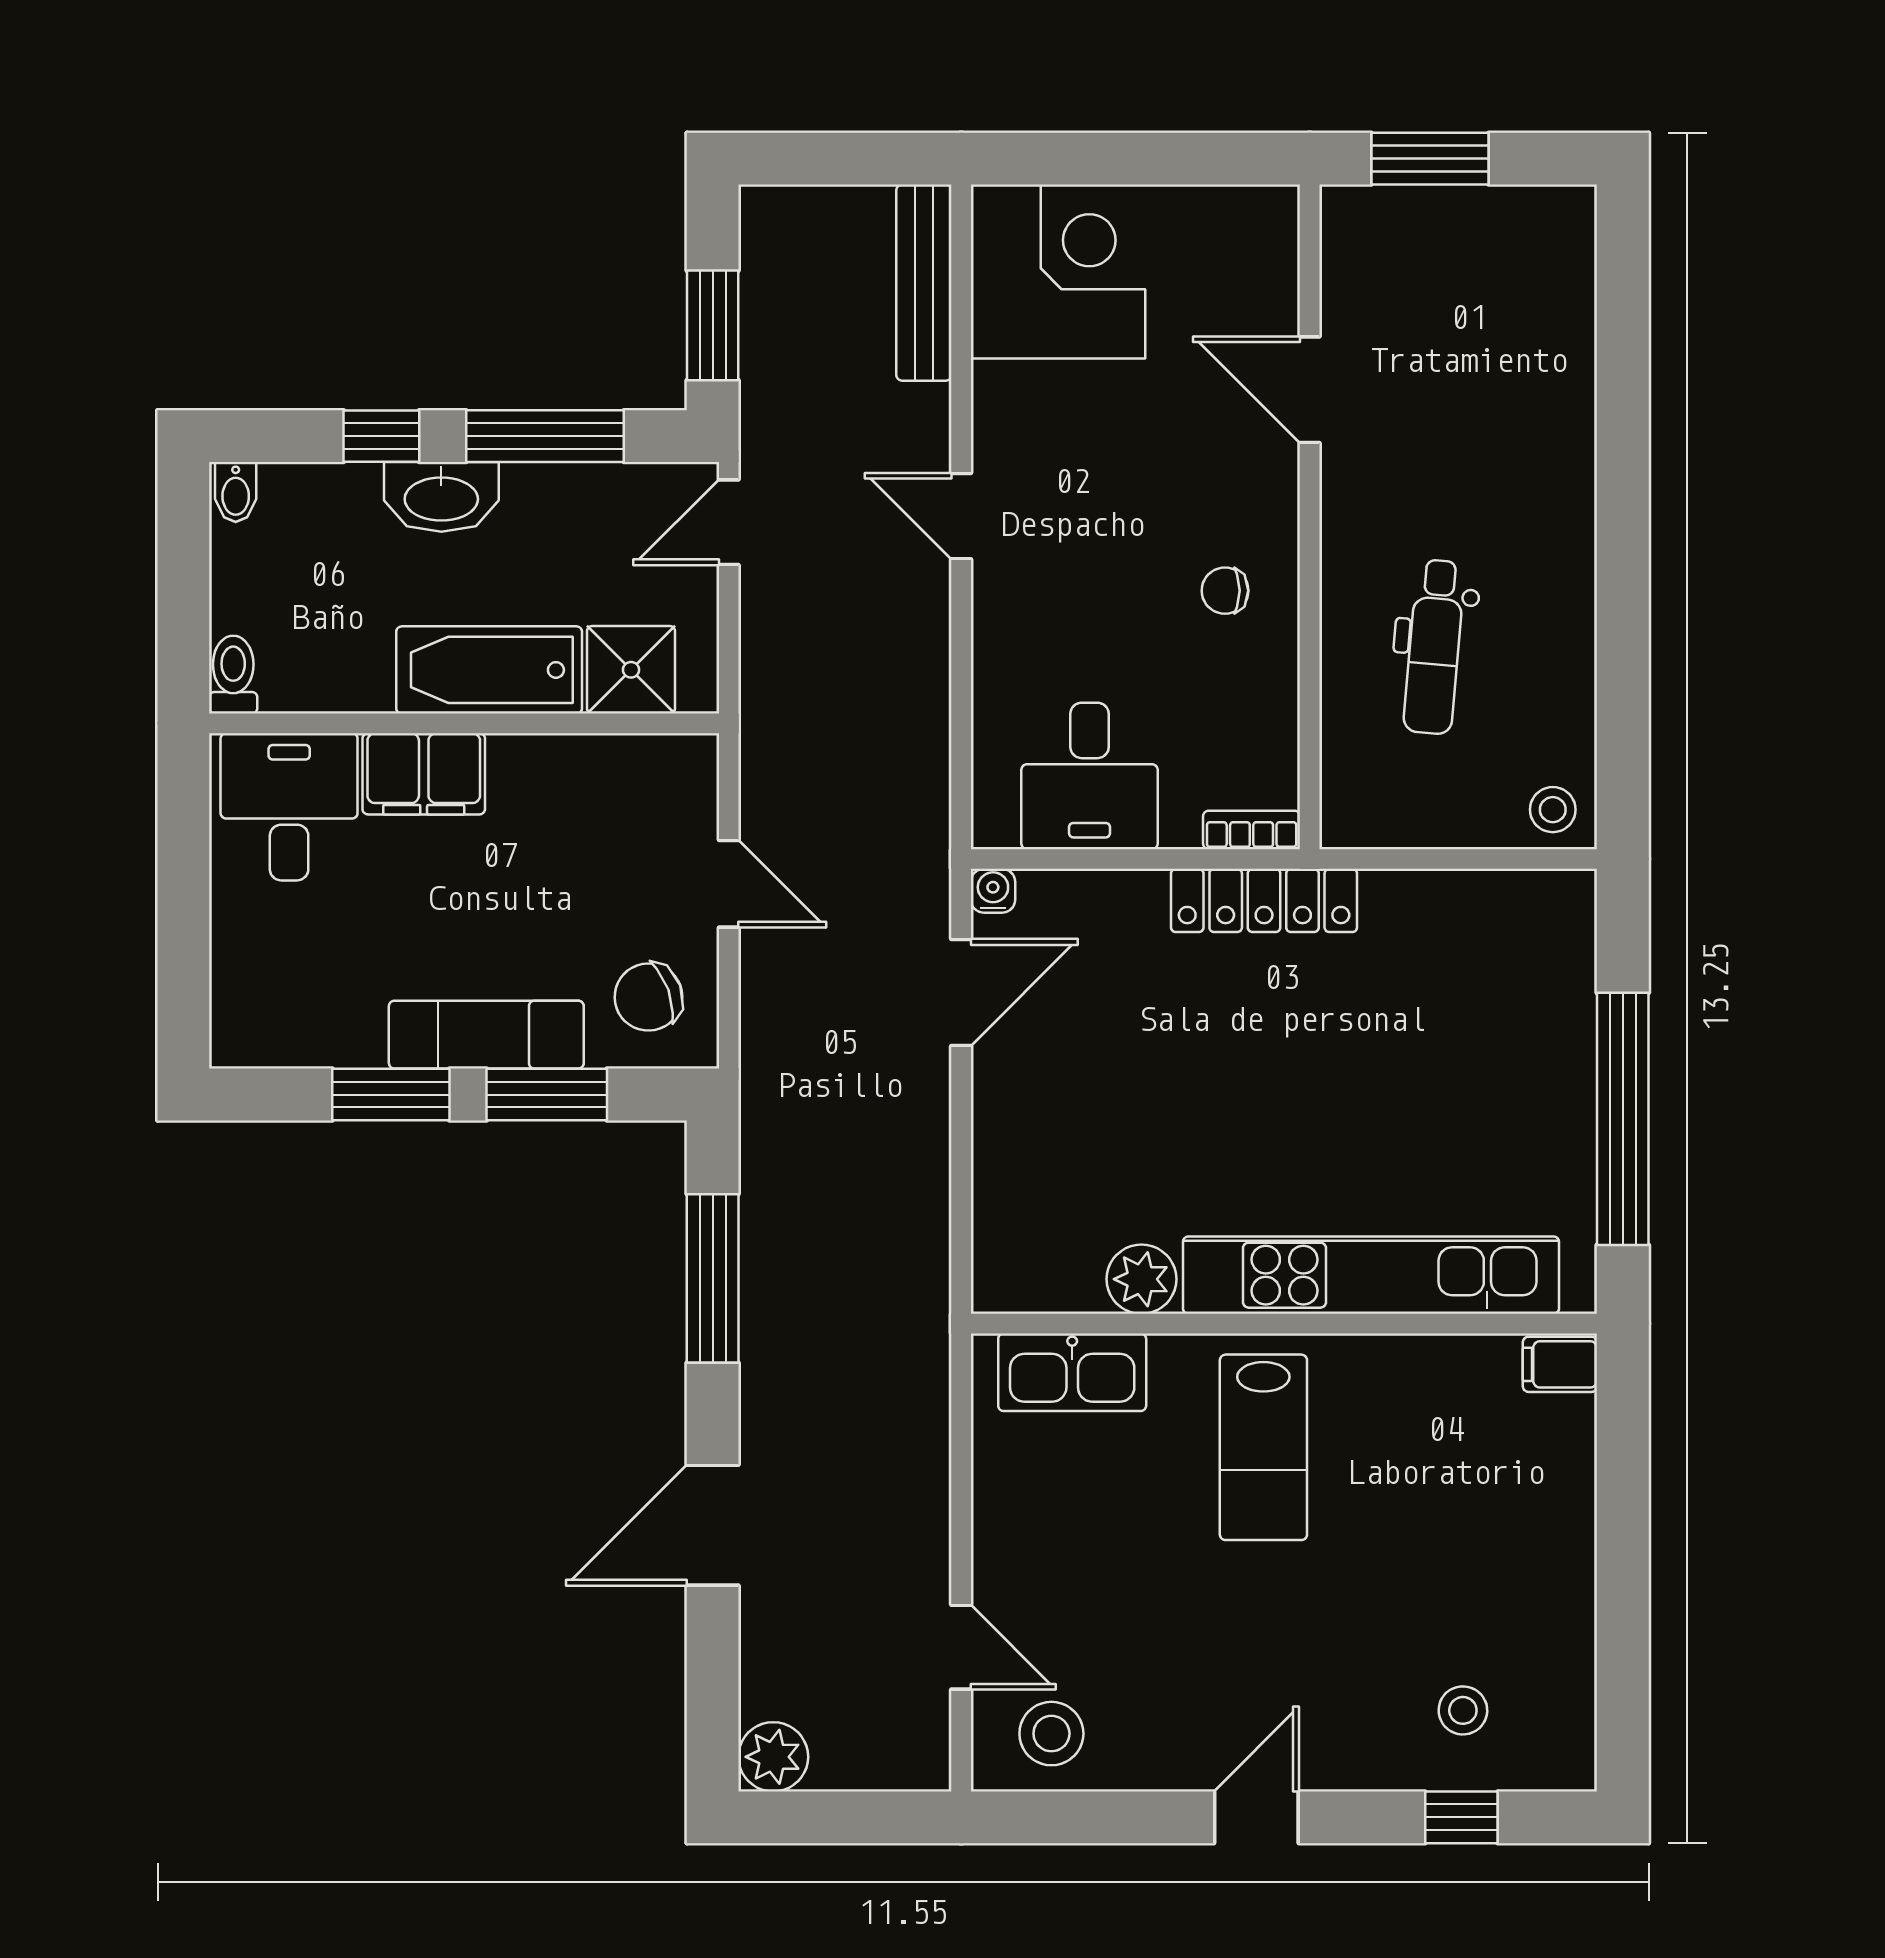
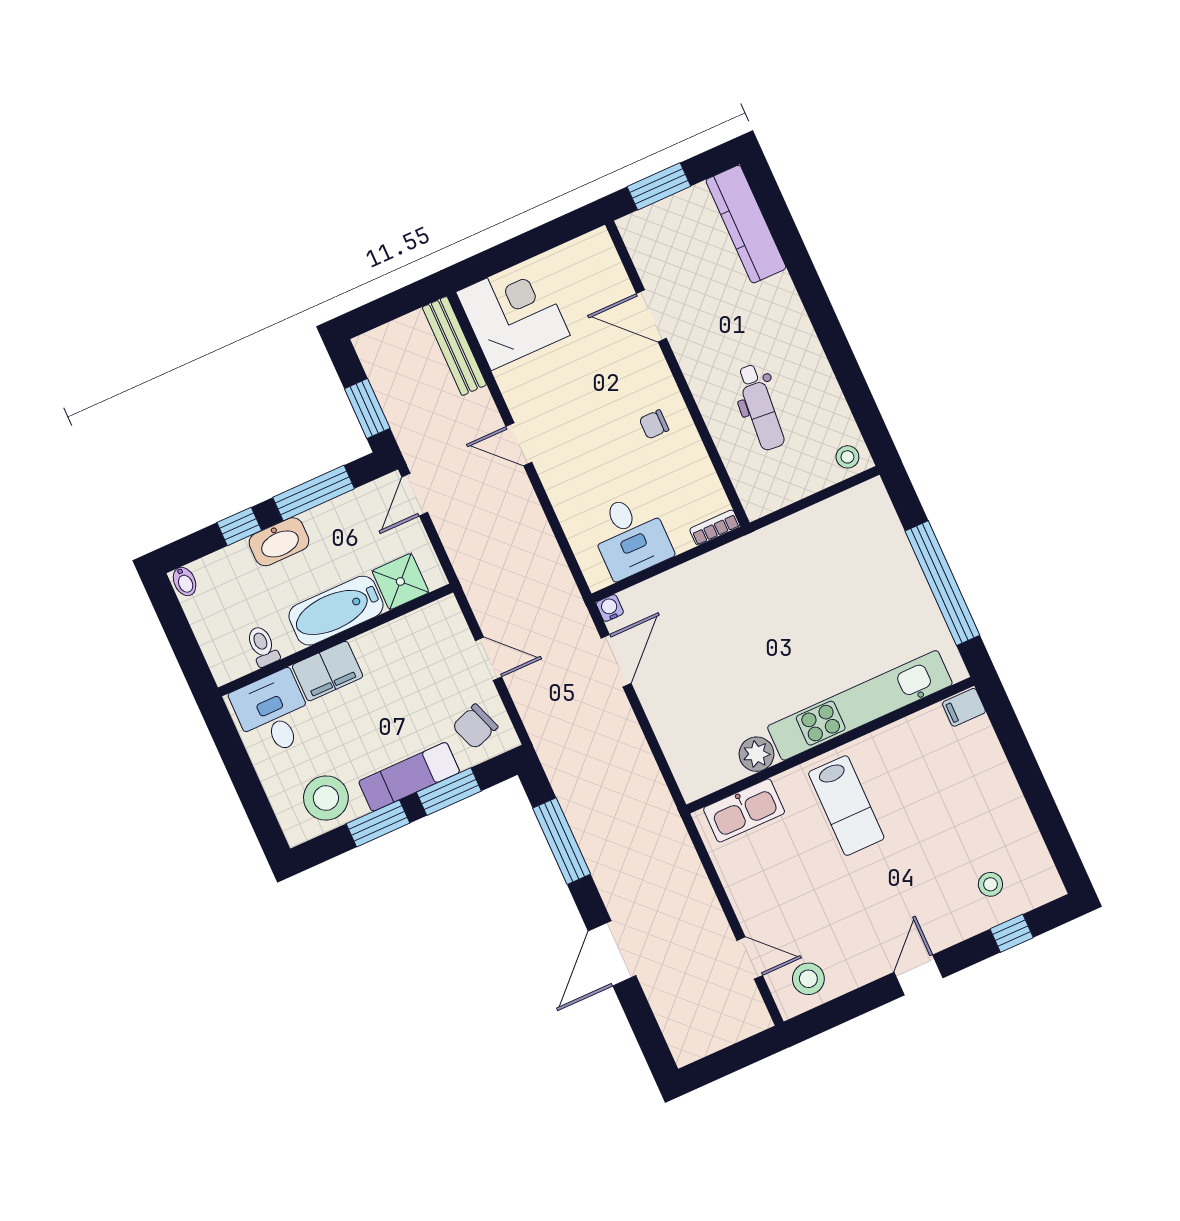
kitchen counter: (1559, 299) -> (746, 224), added
toilet: (233, 675) -> (263, 646), moved
locker: (1264, 900) -> (735, 557), removed
stool: (316, 1005) -> (326, 798), added
plant: (773, 1757) -> (687, 1046), removed

